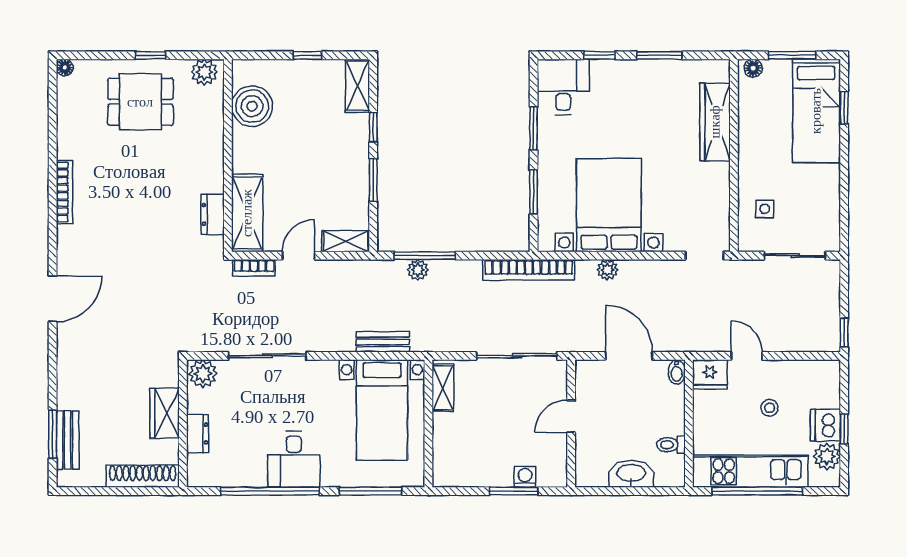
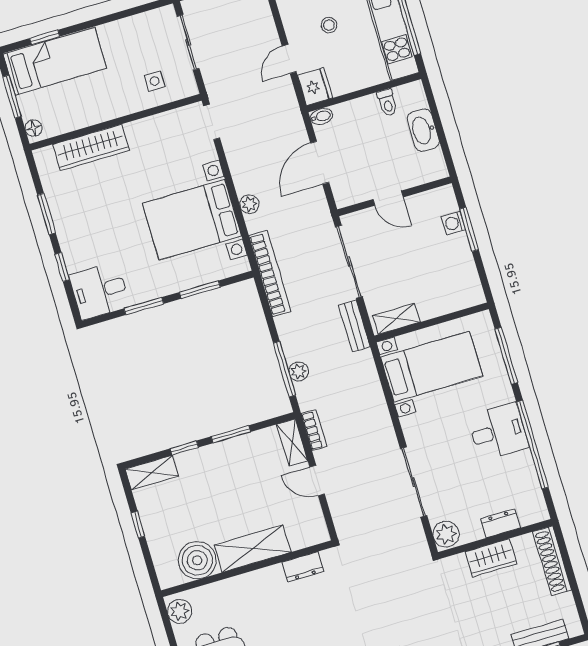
shelving: (247, 213) -> (253, 549), moved
bookcase: (254, 268) -> (314, 430), moved
bench: (383, 342) -> (354, 326), moved

